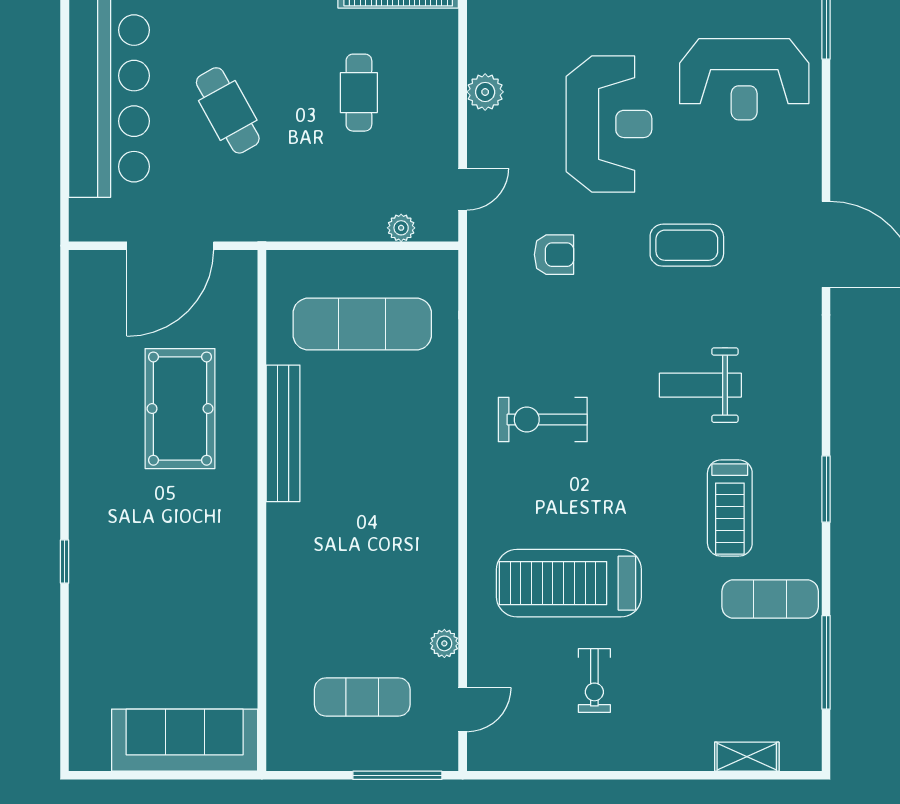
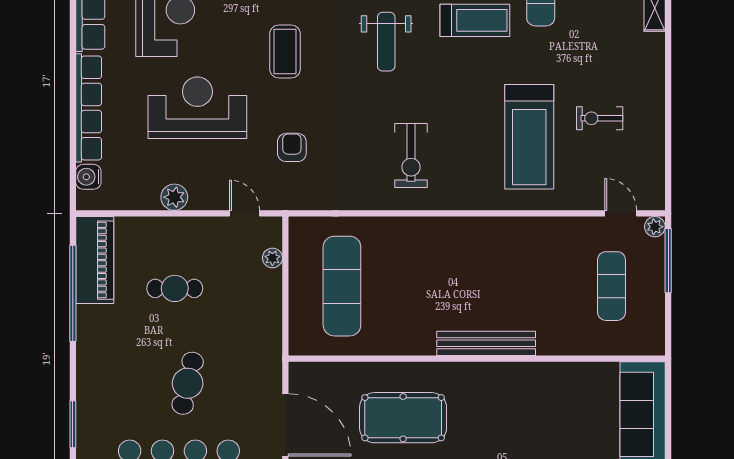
cafe table: (228, 110) -> (188, 383), turned -48
bench: (283, 433) -> (486, 343), moved
plant: (444, 643) -> (655, 227), moved
exercise bike: (594, 681) -> (600, 118), turned 180

